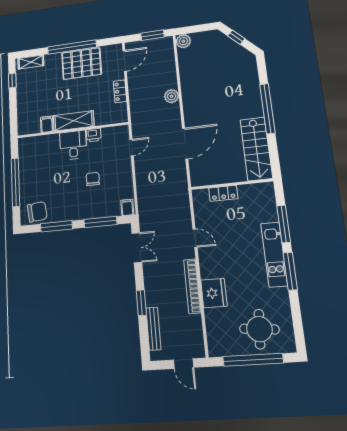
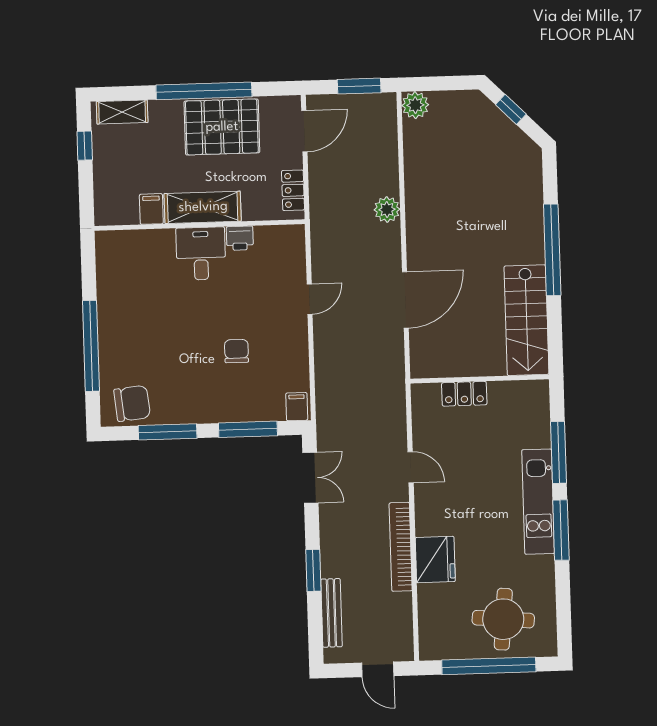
shelving: (74, 121) -> (203, 207), moved
filing cabinet: (47, 124) -> (151, 209), moved
wall: (72, 130) -> (200, 225), moved
printer: (94, 135) -> (240, 238), moved
desk: (73, 145) -> (201, 254), moved

